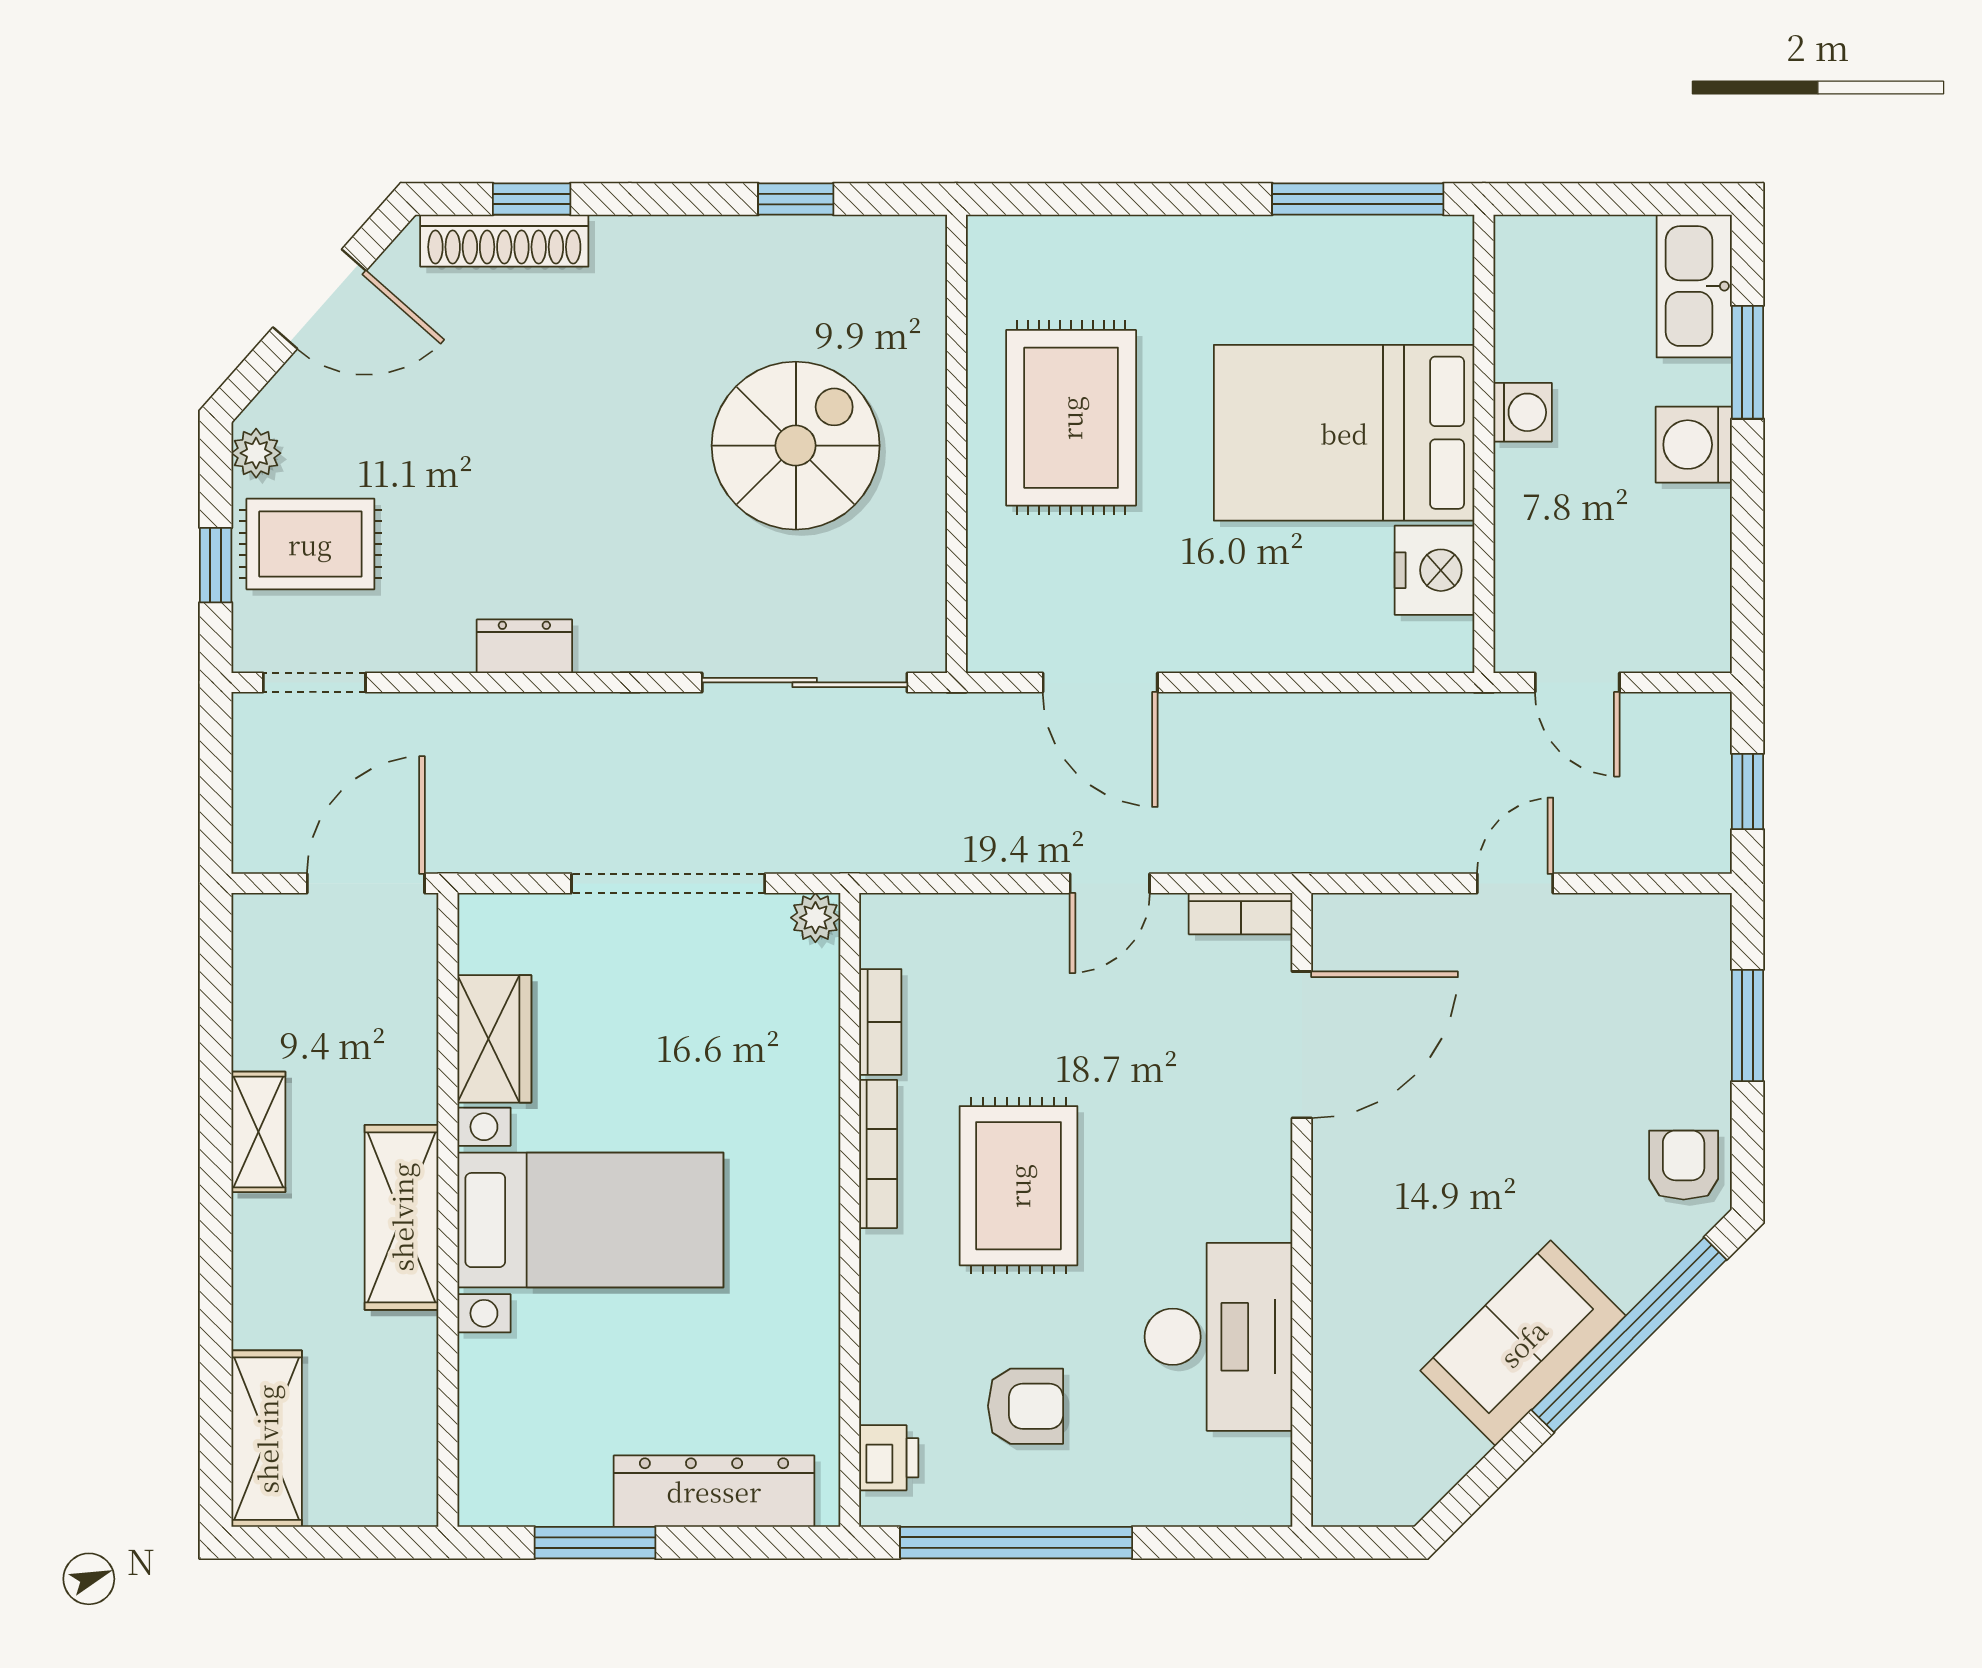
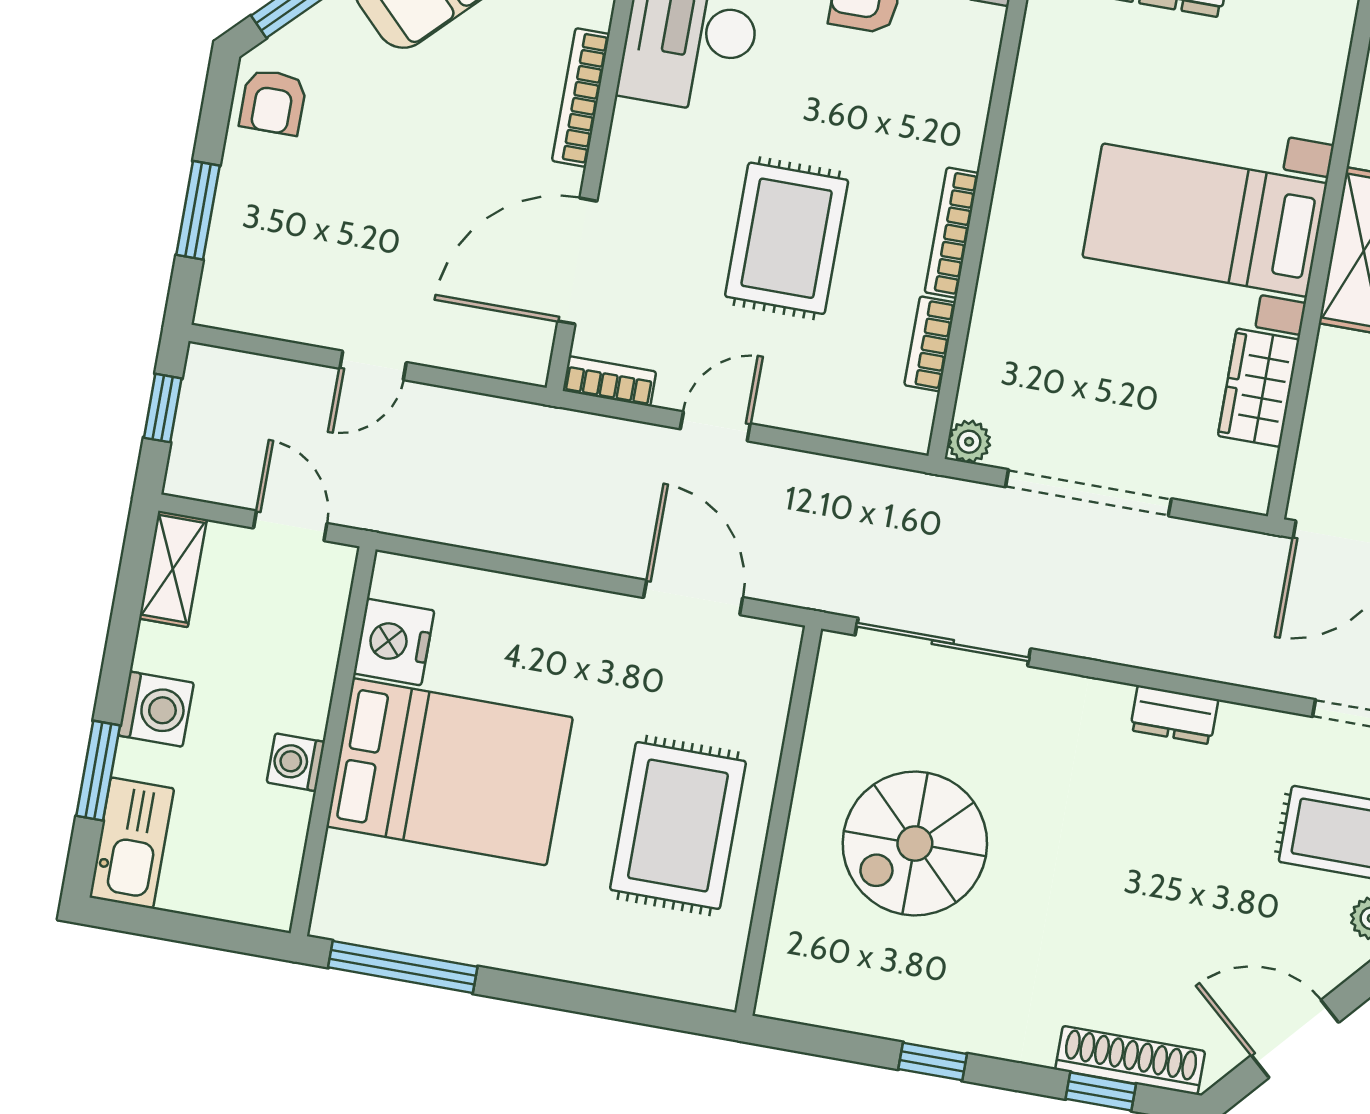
window: (796, 199) -> (933, 1061), moved
shelving: (1703, 609) -> (173, 569), added
rug: (1019, 1186) -> (787, 238), moved
bookcase: (1331, 1233) -> (581, 98), added

